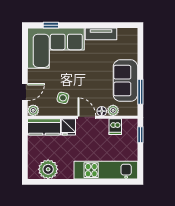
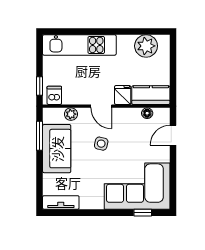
tv unit: (101, 34) -> (61, 202), moved
side table: (63, 98) -> (101, 144), moved
plant: (33, 110) -> (163, 114), removed
floor lamp: (102, 111) -> (147, 113), moved
dishwasher: (115, 127) -> (54, 95), moved

